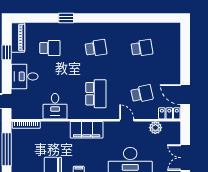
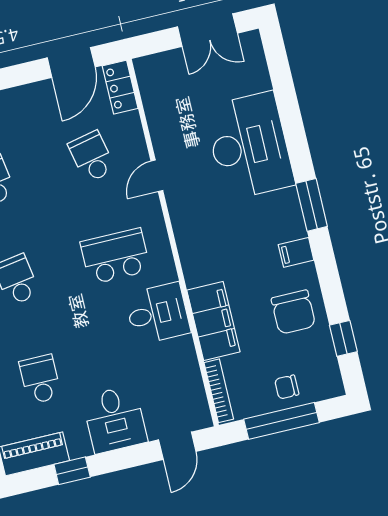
desk: (55, 106) -> (158, 313), moved
plant: (155, 128) -> (158, 110), removed
filing cabinet: (87, 130) -> (213, 321), moved
chair: (21, 155) -> (287, 387), added

